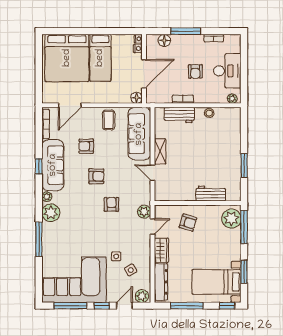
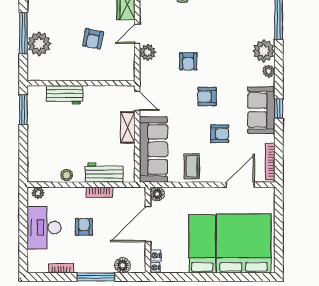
sofa: (53, 165) -> (261, 110), width x0.73
workbench: (211, 194) -> (65, 95), moved
wall: (198, 203) -> (81, 83), moved
armchair: (188, 223) -> (93, 39), turned -96

